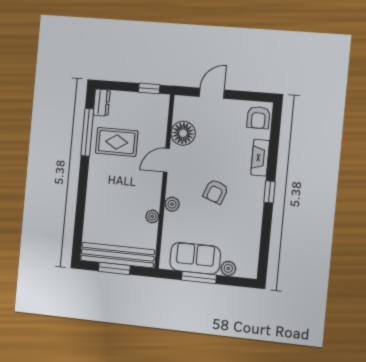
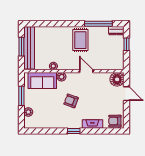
window: (149, 88) -> (127, 44), moved
floor lamp: (183, 133) -> (117, 79), moved
rug: (117, 142) -> (80, 40), moved
sofa: (195, 258) -> (42, 81), moved, turned 90

